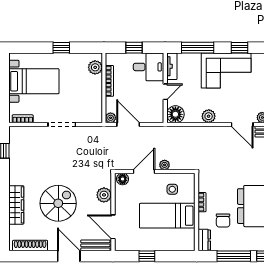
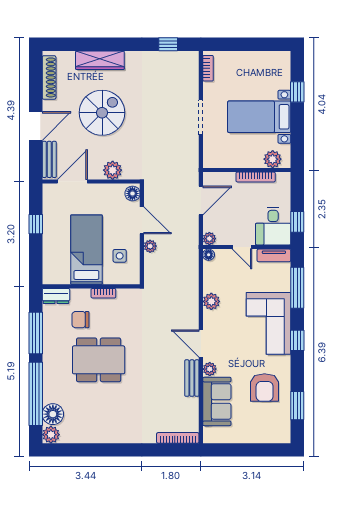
window: (61, 48) -> (297, 92), moved
window: (134, 48) -> (297, 222), moved
bed with nightstands: (34, 81) -> (259, 117), moved, turned 90
floor lamp: (175, 114) -> (209, 255), width x0.53, depth x0.53
plant: (111, 118) -> (209, 239), moved
door: (242, 124) -> (201, 344), hinge flipped
spiral stairs: (58, 203) -> (102, 113), turned -90

